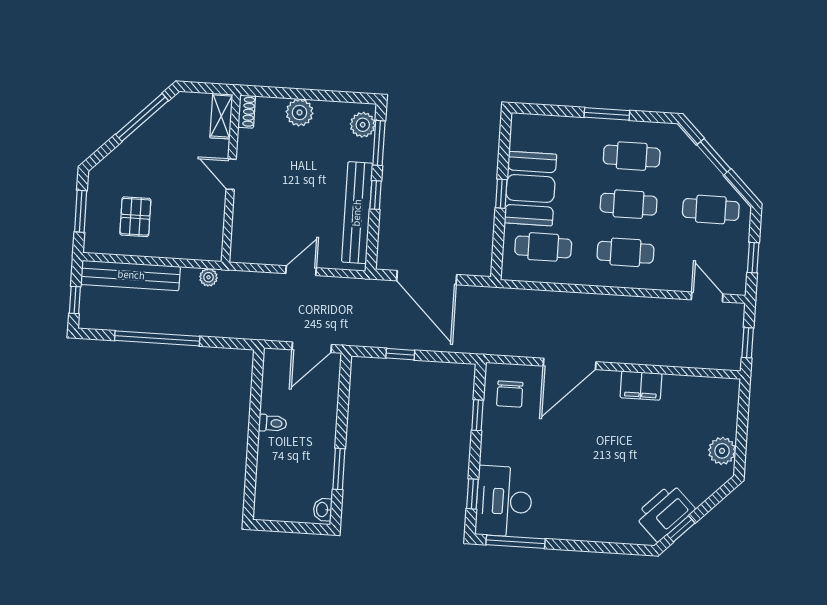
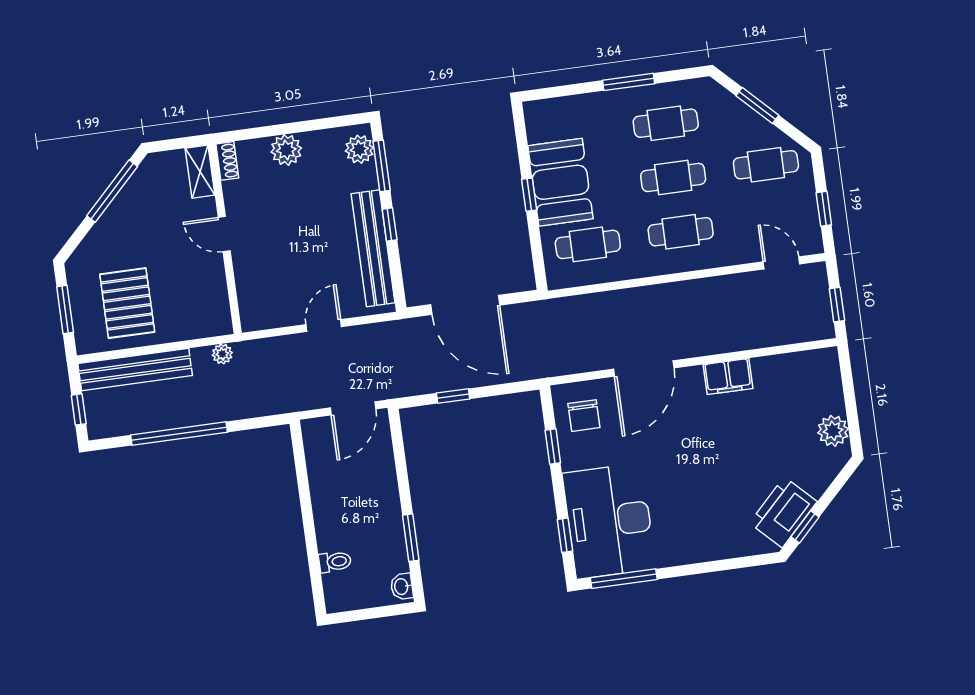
pallet: (135, 217) -> (127, 303), width x1.50, depth x1.42
toilet: (273, 423) -> (335, 562), moved
desk: (504, 501) -> (609, 521), width x1.36, depth x1.30

